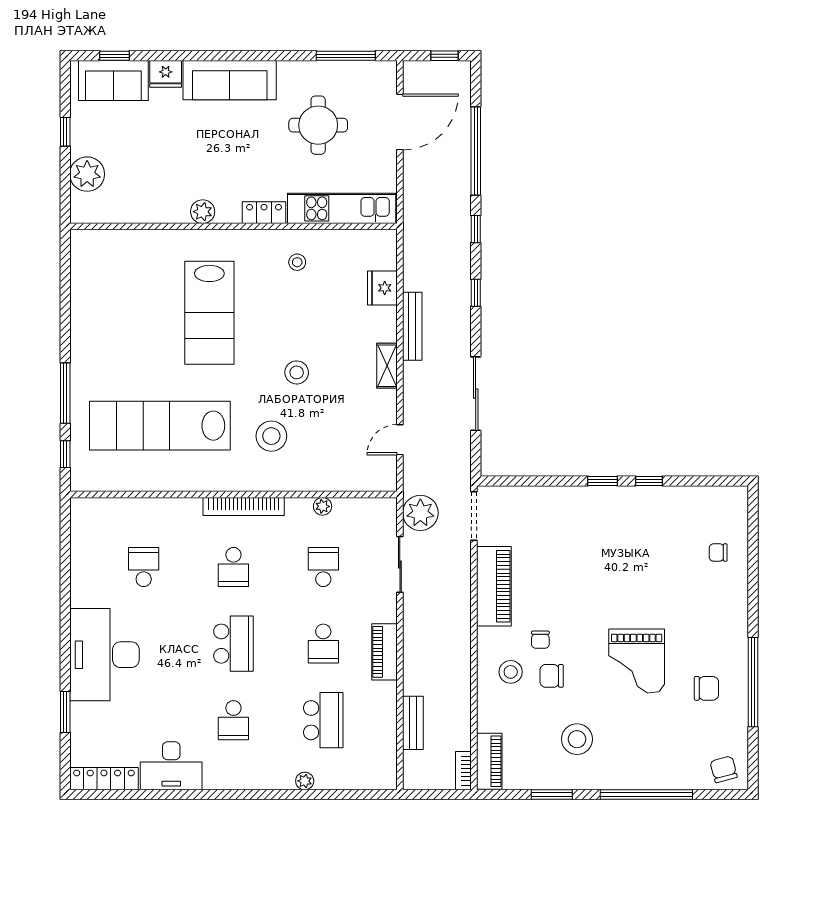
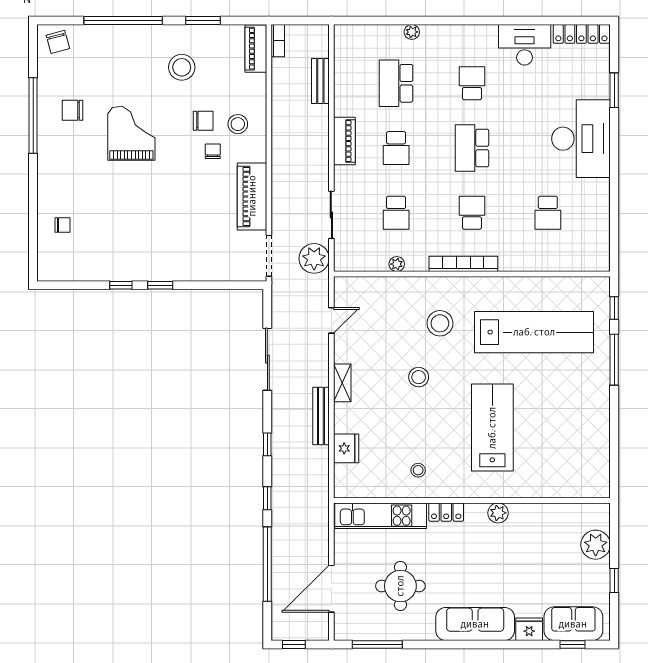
school desk: (323, 644) -> (396, 148), turned 180

